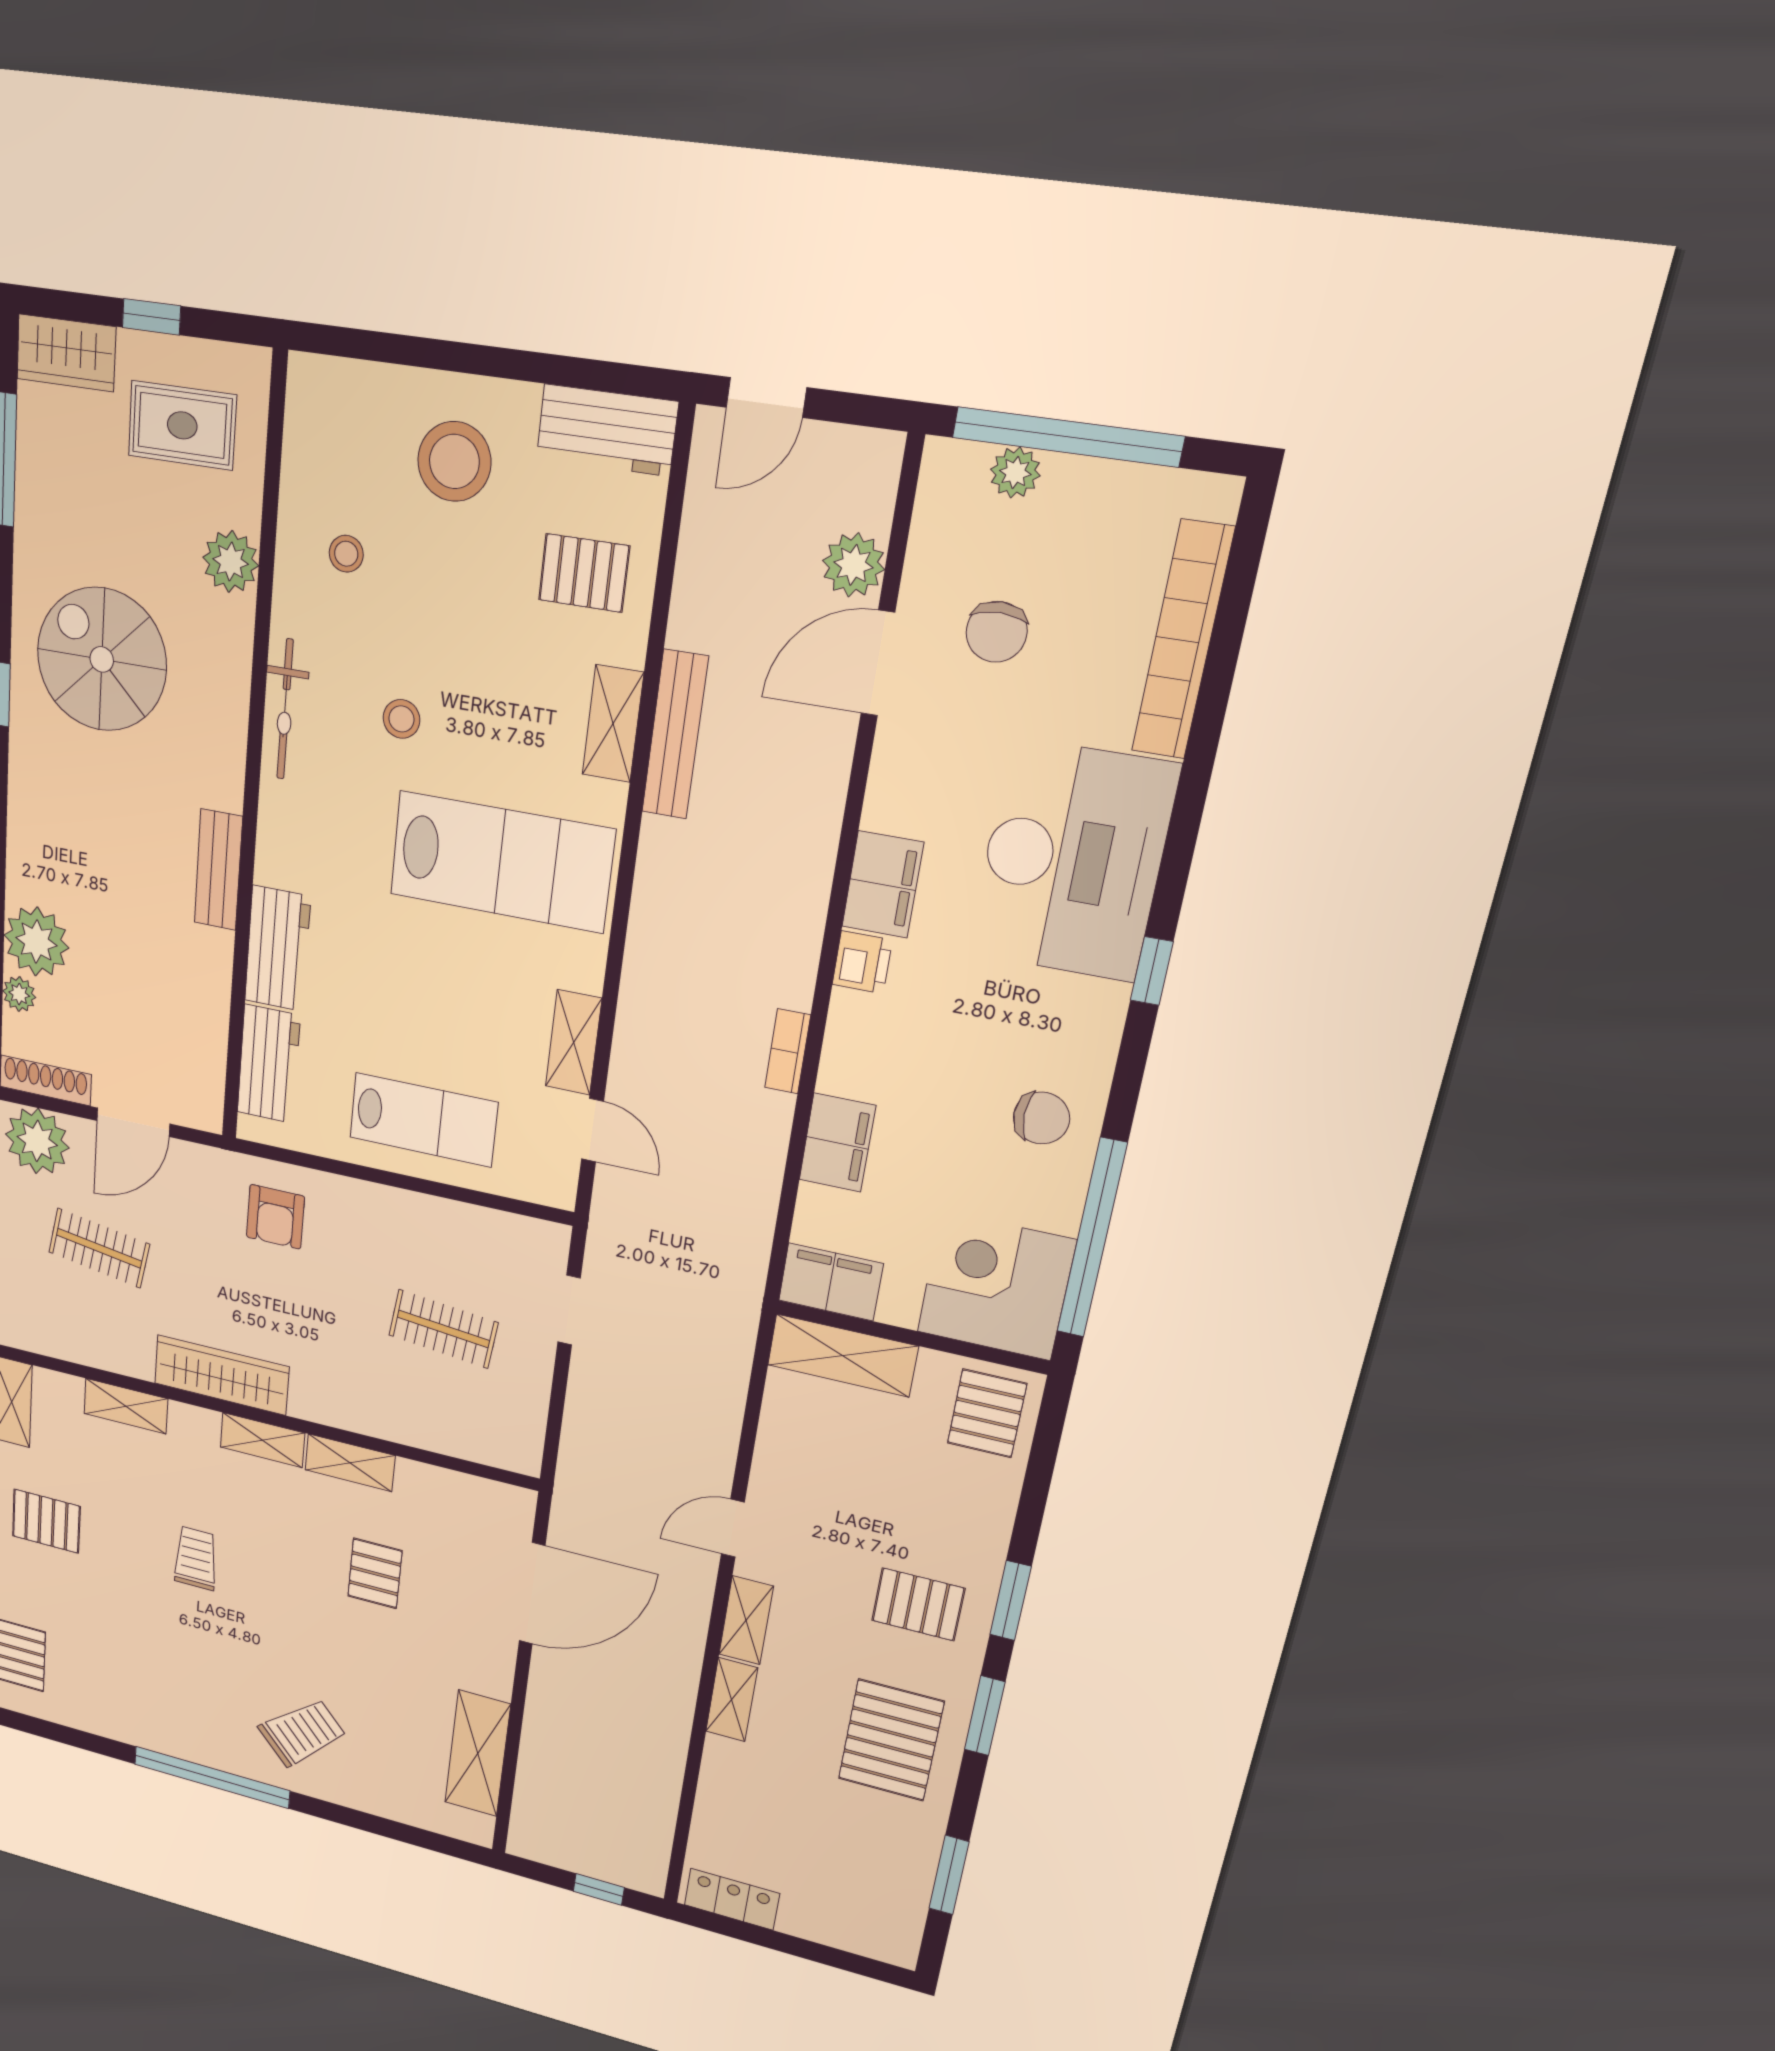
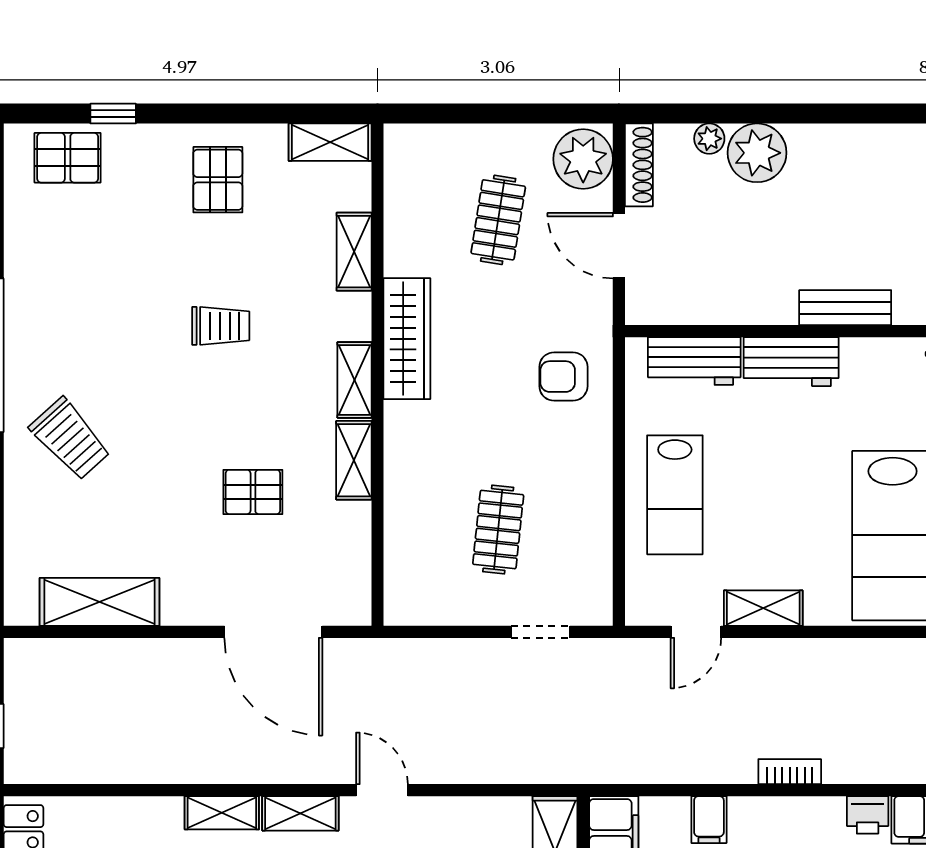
filing cabinet: (837, 1143) -> (709, 820), width x0.50

